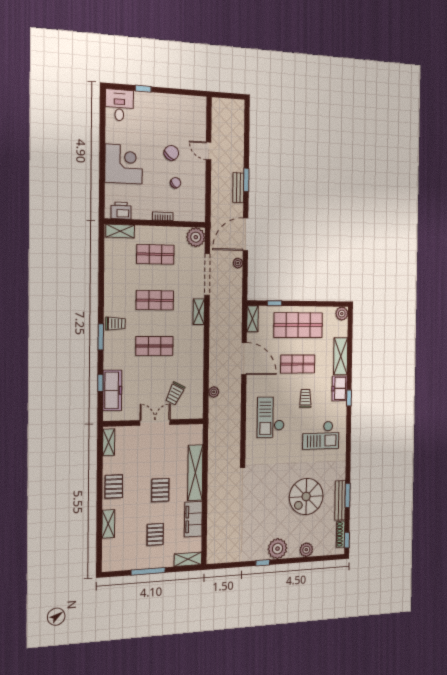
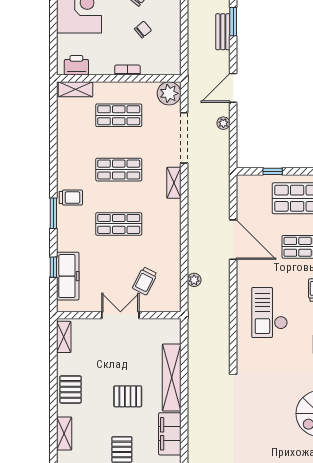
door: (246, 234) -> (233, 88), width x0.73
shelving: (253, 319) -> (244, 191), removed
pallet: (160, 490) -> (128, 396), turned 90

